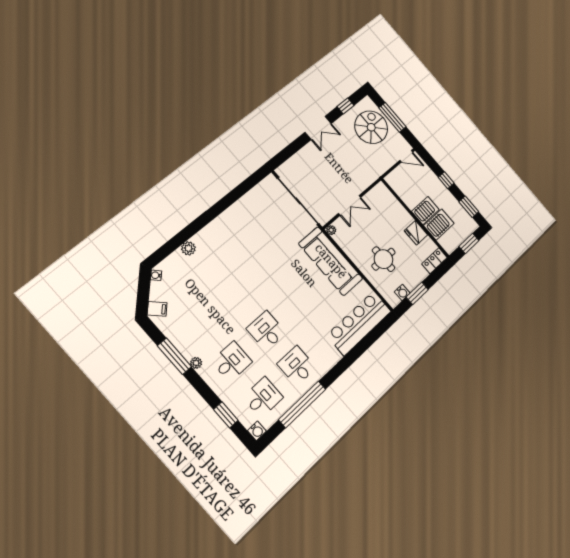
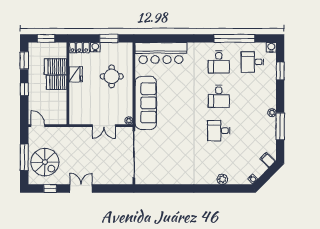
spiral stairs: (371, 127) -> (45, 162), turned -90
double door: (350, 205) -> (104, 126), swing flipped
water cooler: (402, 292) -> (95, 47), moved
desk: (232, 362) -> (219, 131), moved

